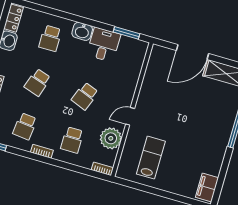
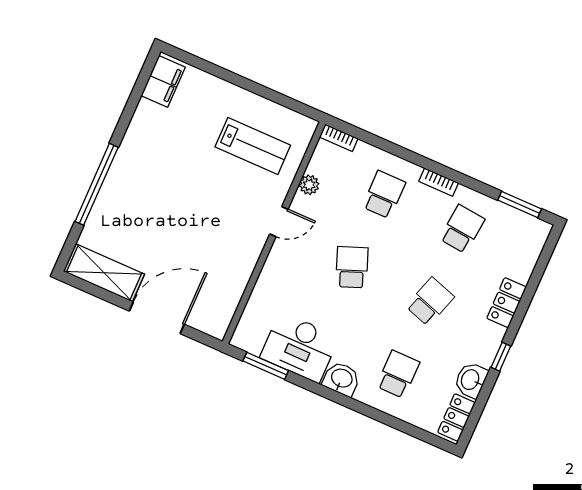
desk: (104, 45) -> (300, 347), width x1.37
school desk: (85, 96) -> (352, 267), turned -42
plant: (111, 138) -> (309, 185), width x0.53, depth x0.53
lab bench: (151, 158) -> (253, 146), turned -90

